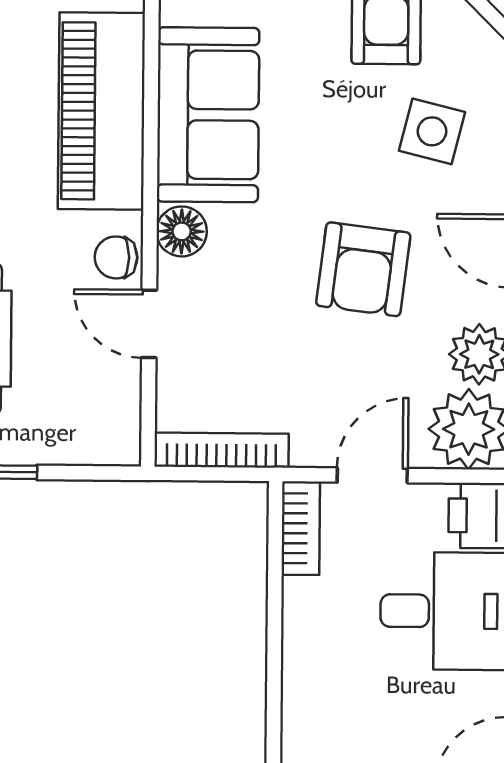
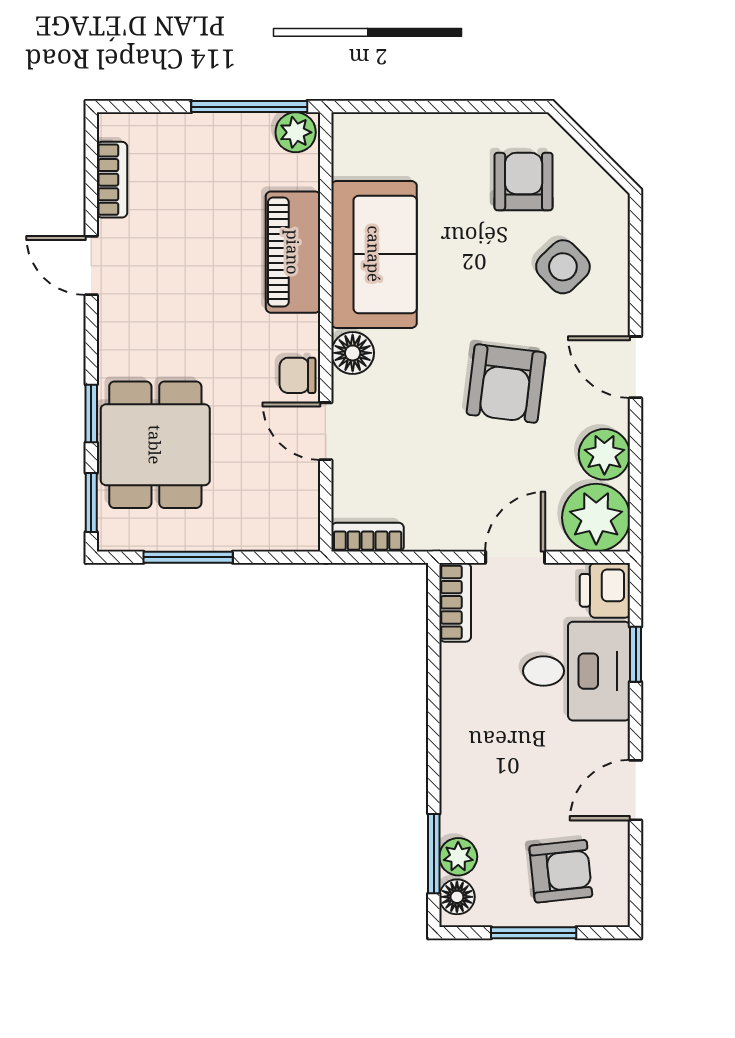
piano: (101, 111) -> (293, 252), width x0.73, depth x0.75
side table: (432, 131) -> (563, 267), turned 32
bookcase: (222, 450) -> (368, 537), width x0.64

